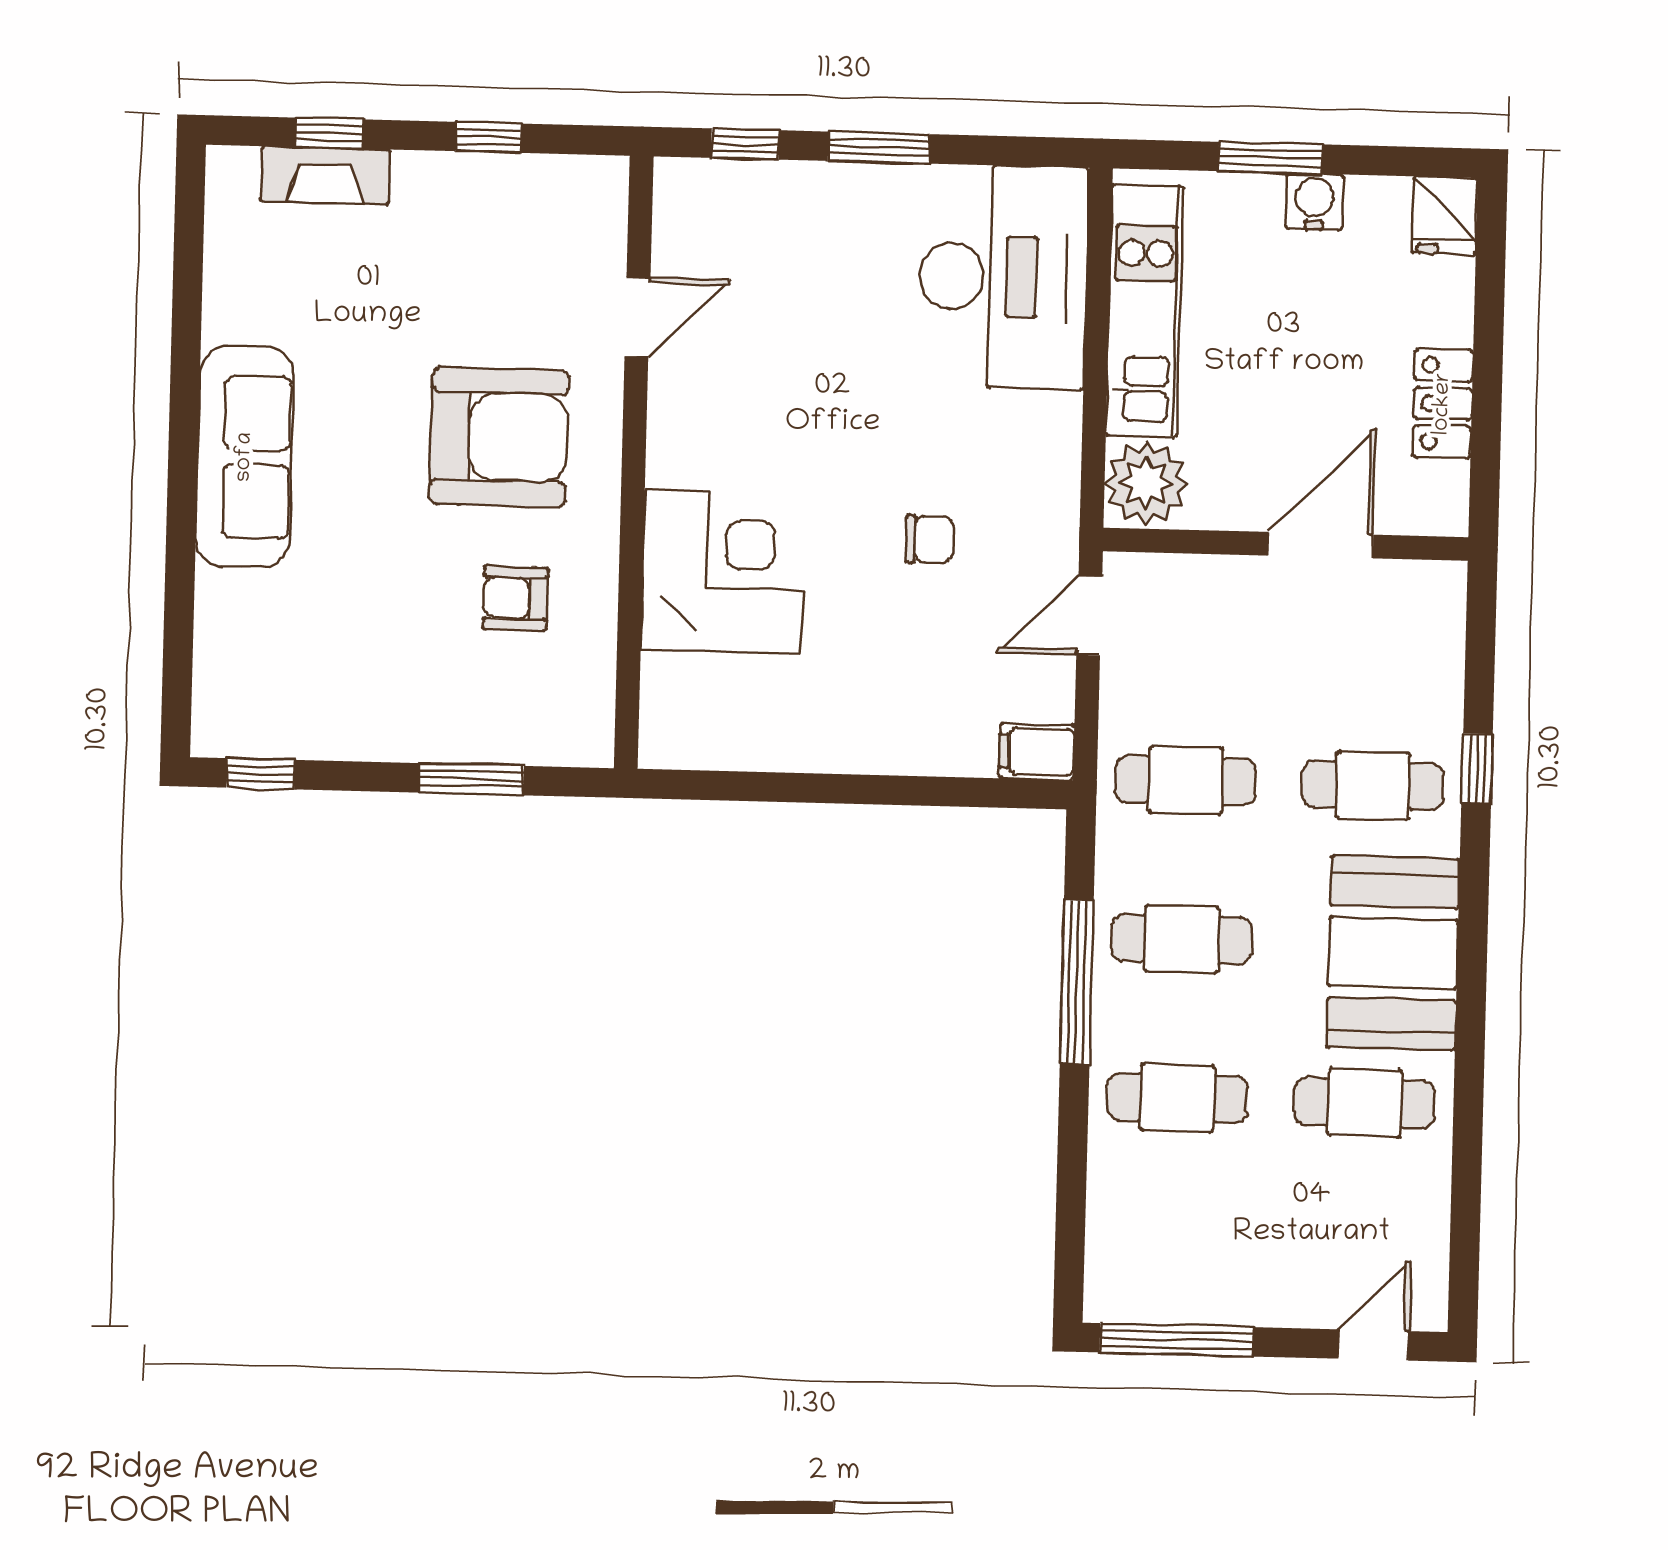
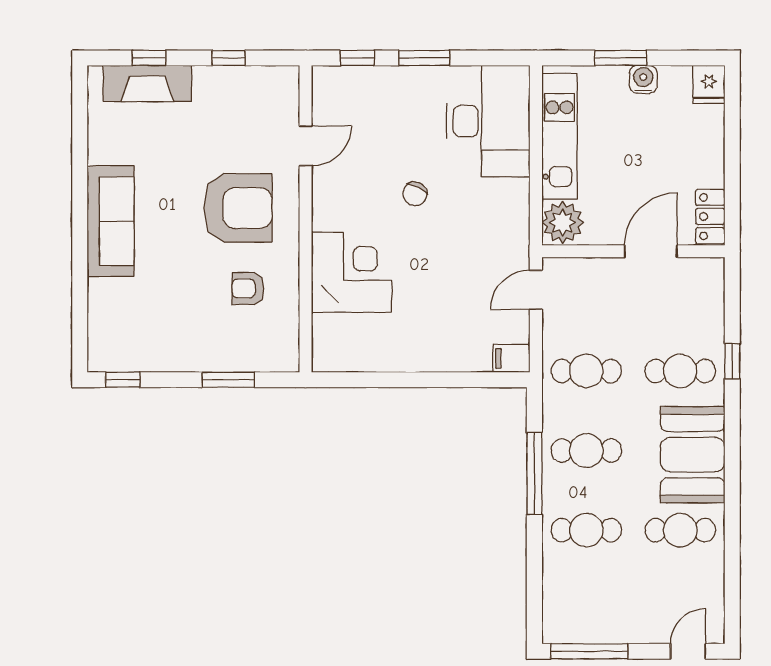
fireplace: (325, 175) -> (147, 83), width x1.37, depth x1.32
locker: (1443, 404) -> (710, 217), moved
chair: (929, 539) -> (415, 194), moved, turned 118

